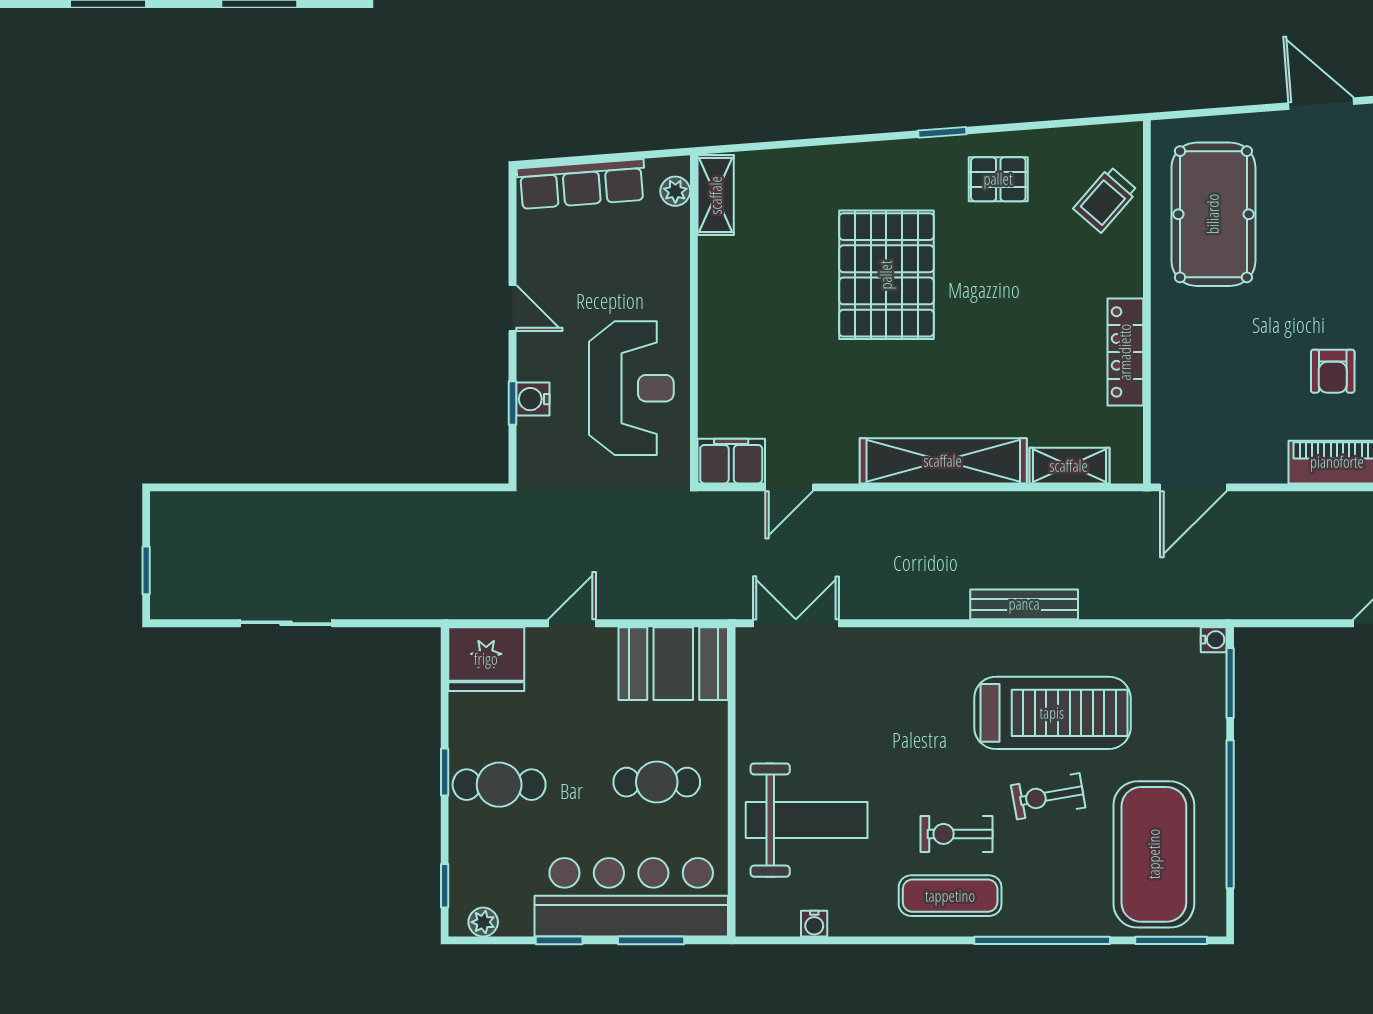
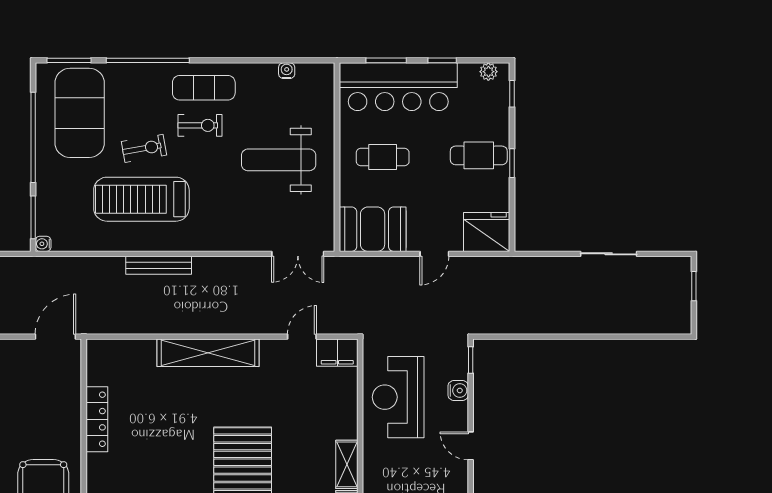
window: (513, 403) -> (471, 360), moved
shelving: (1069, 466) -> (347, 464), moved, turned 90
weight bench: (807, 820) -> (279, 160), moved

